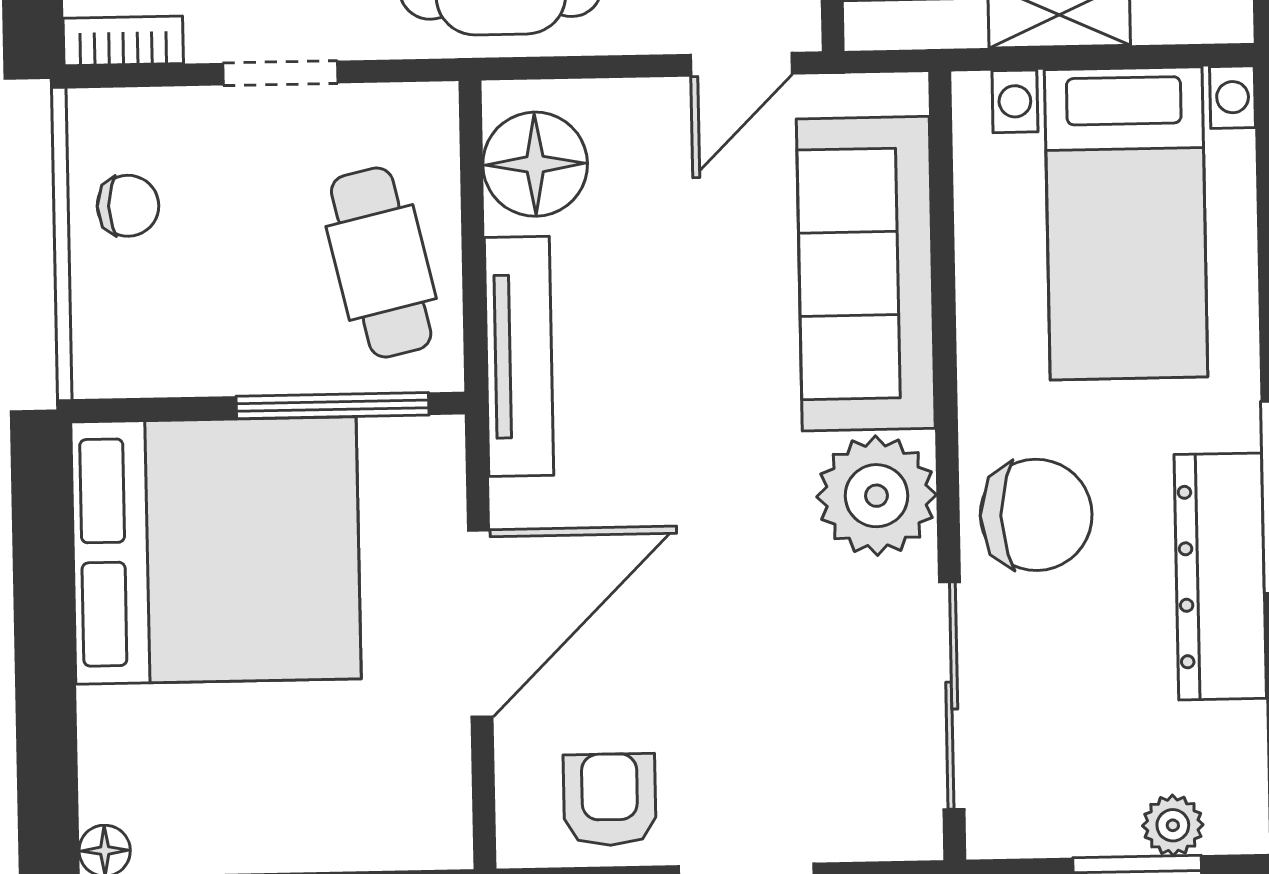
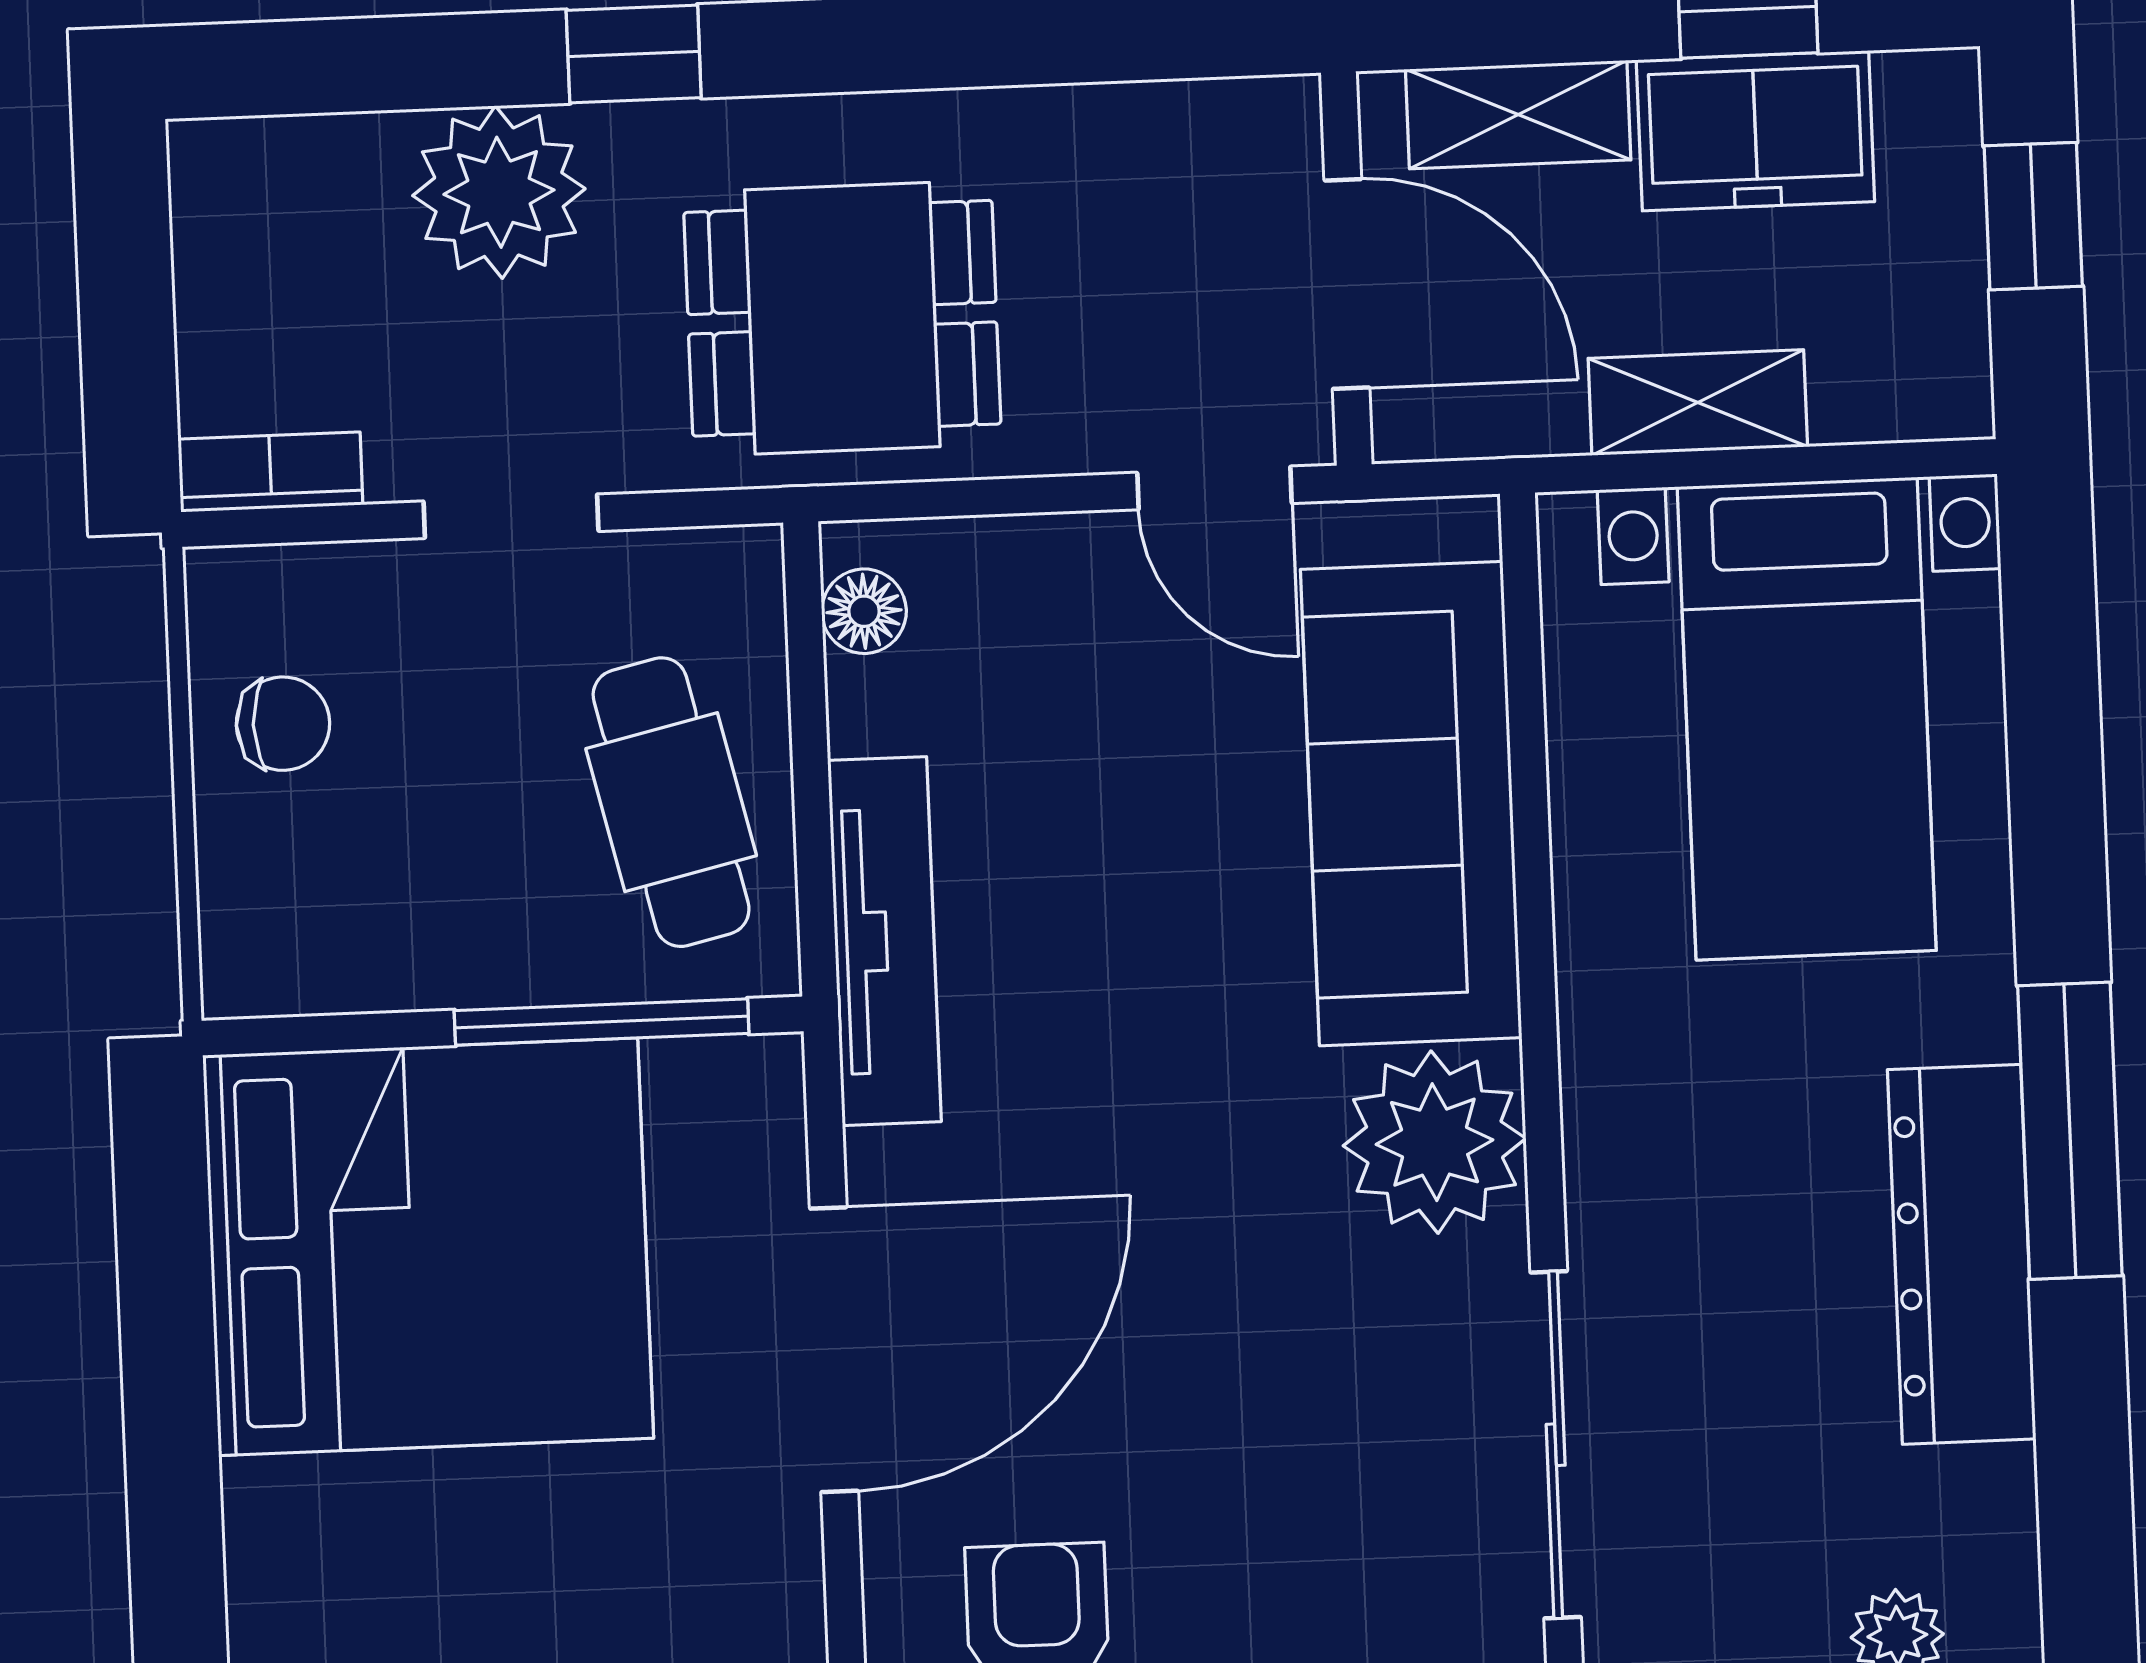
door: (741, 64) -> (1214, 488), hinge flipped
floor lamp: (535, 164) -> (864, 611), width x0.53, depth x0.53
chair: (1036, 515) -> (1679, 1166), removed

